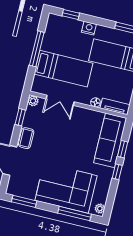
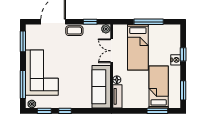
window: (71, 14) -> (183, 54), moved
sofa: (110, 140) -> (101, 87), moved, turned -90
window: (123, 149) -> (44, 111), moved

